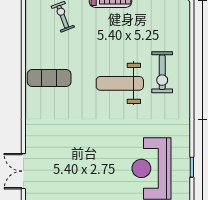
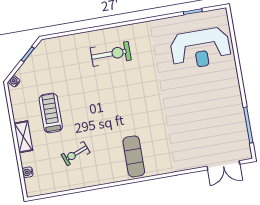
weight bench: (120, 83) -> (128, 91), removed

